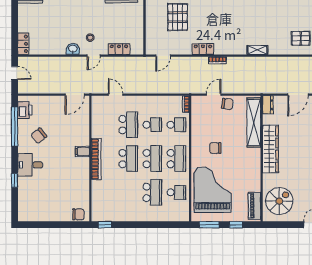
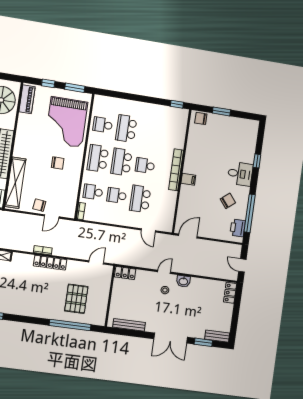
locker: (119, 49) -> (125, 273), moved
locker: (203, 49) -> (50, 263), width x1.53
school desk: (128, 159) -> (145, 166), width x0.54
window: (58, 225) -> (221, 111), added

